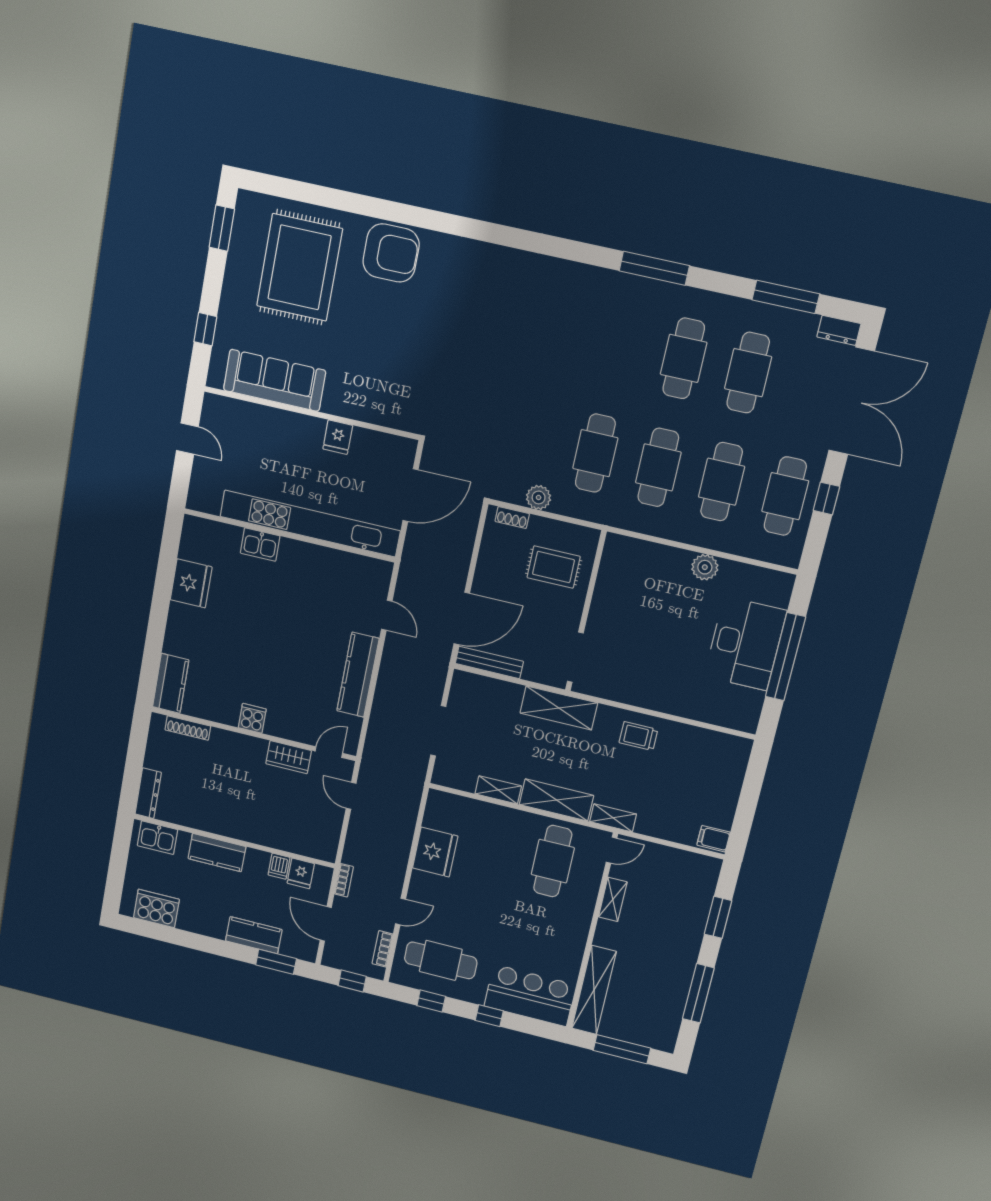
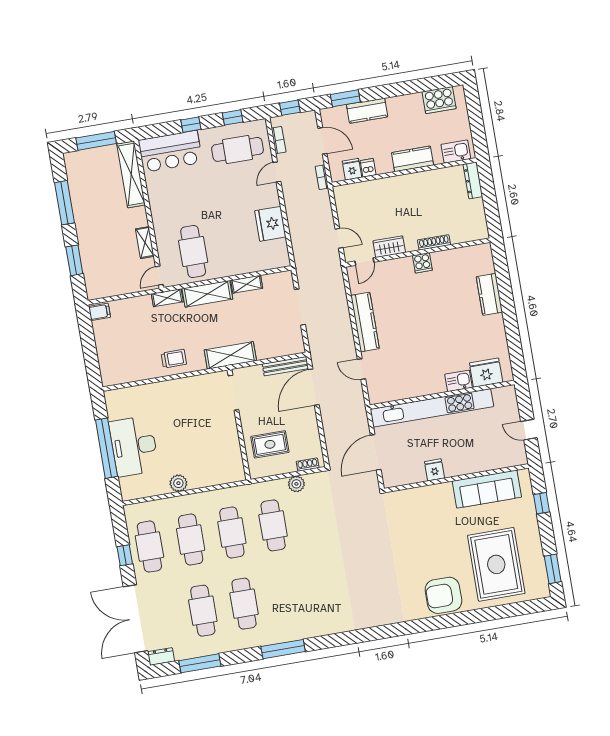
fridge: (191, 583) -> (486, 373), moved, turned 90
kitchen counter: (171, 683) -> (489, 294), moved
shoe rack: (188, 728) -> (434, 242), moved

